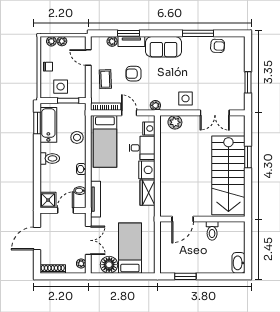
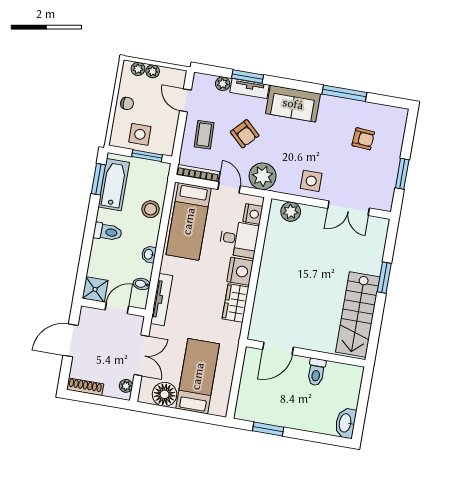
armchair: (218, 46) -> (363, 139), moved
armchair: (133, 74) -> (245, 134), turned -137
plant: (155, 105) -> (263, 176), width x1.88, depth x1.88
stairs: (228, 175) -> (358, 315), width x0.73, depth x0.66

